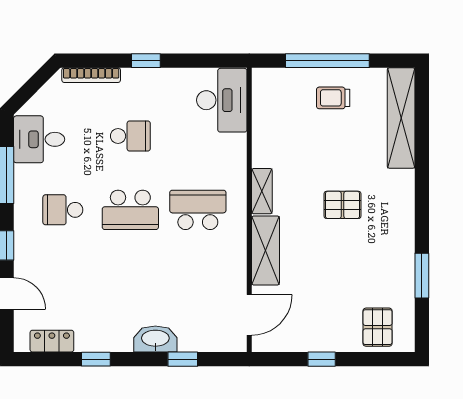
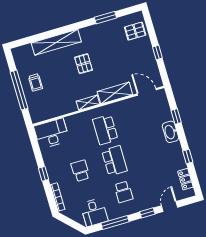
shelving: (401, 118) -> (56, 42), moved

